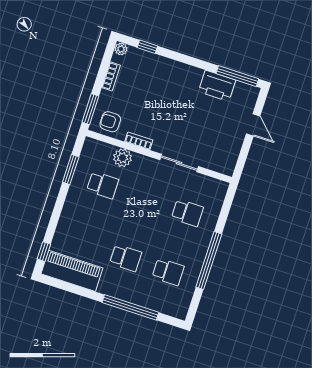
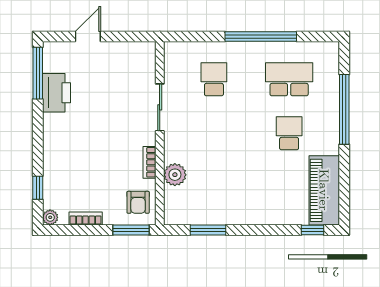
school desk: (103, 185) -> (214, 187), removed
school desk: (168, 272) -> (289, 79), width x1.85

